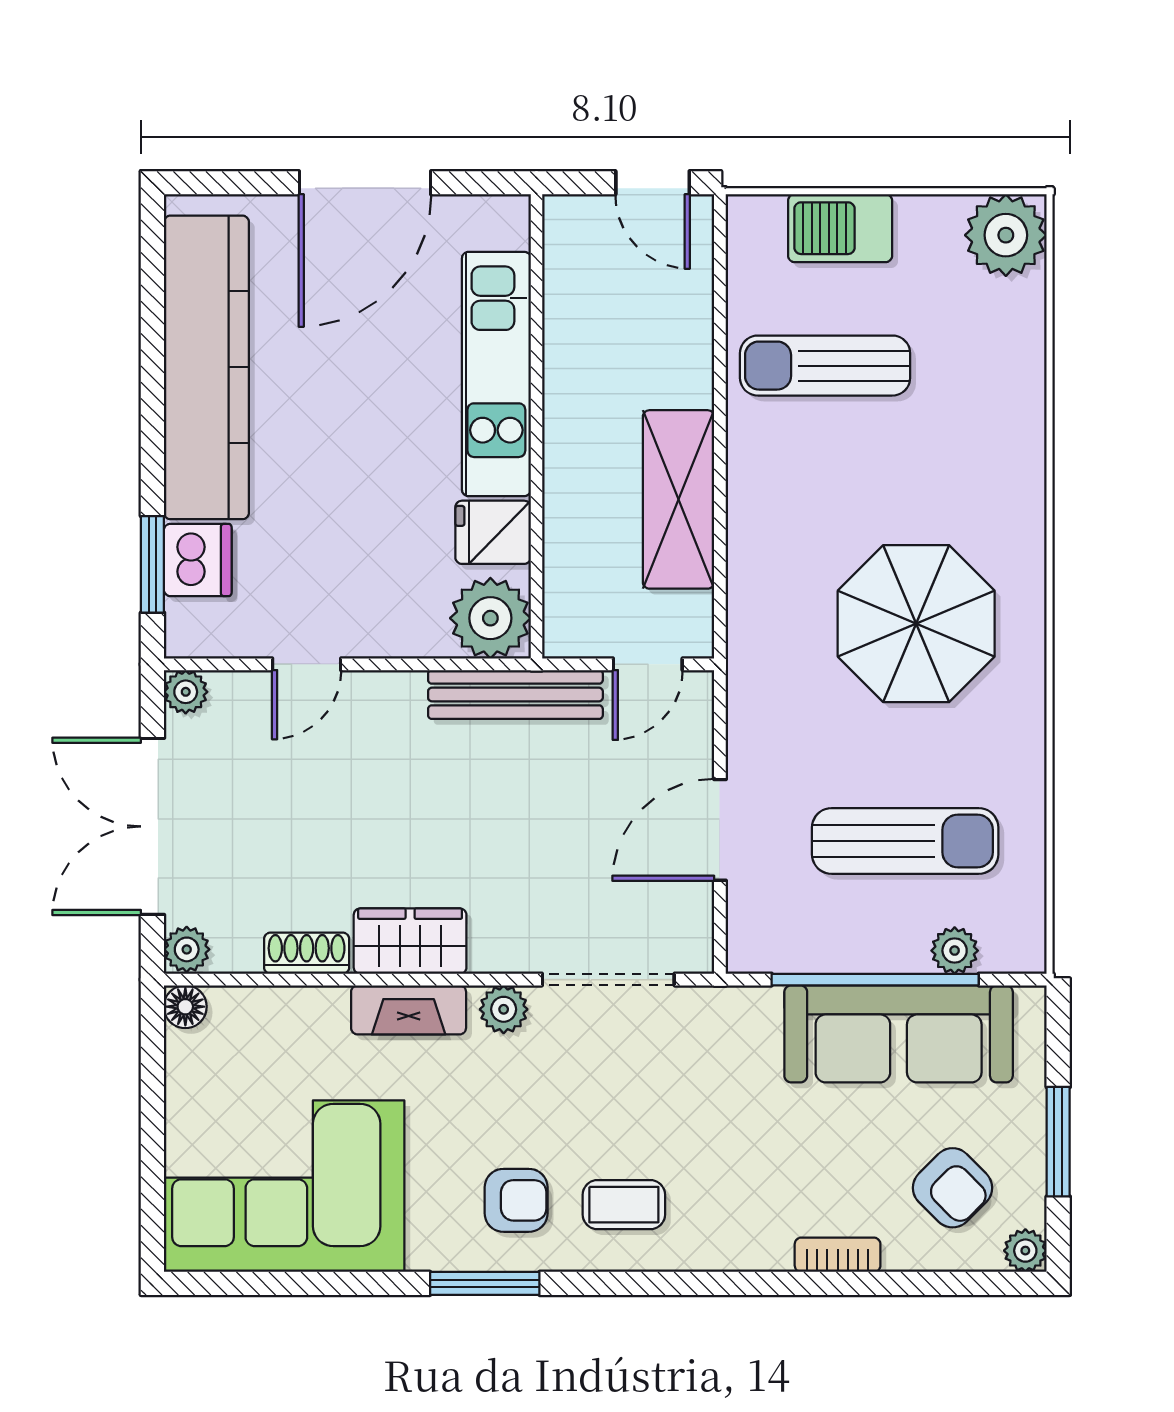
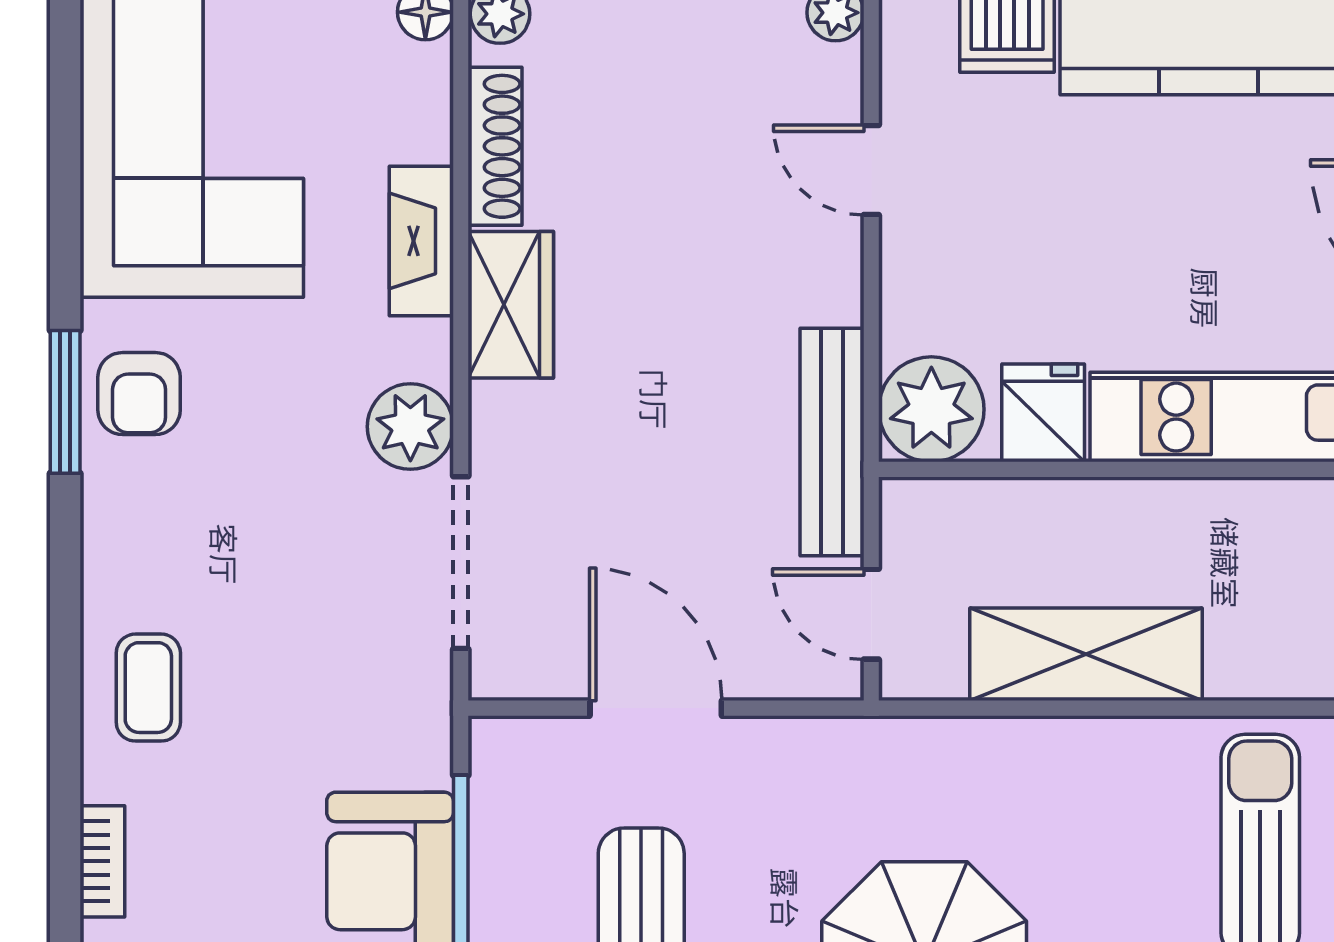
shoe rack: (307, 953) -> (495, 146), width x1.43
plant: (504, 1009) -> (410, 427), width x1.38, depth x1.38
fireplace: (409, 1010) -> (421, 241), moved
armchair: (516, 1200) -> (139, 394), moved
coffee table: (624, 1205) -> (148, 688), moved

